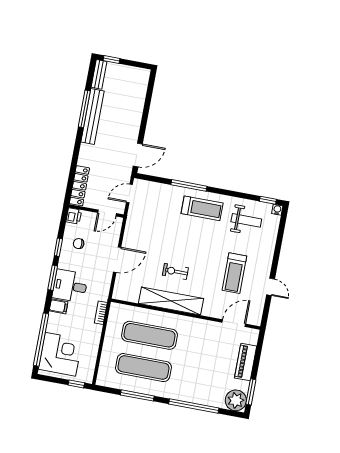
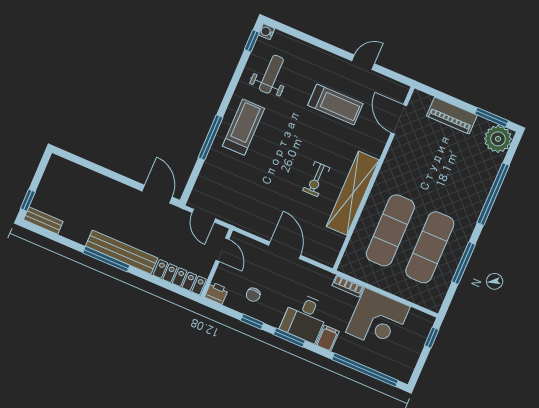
window: (84, 109) -> (106, 259), moved
bench: (92, 117) -> (122, 252), moved
corner desk: (60, 354) -> (378, 320), moved, turned 180

